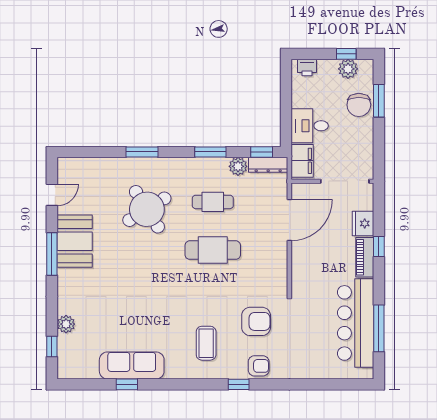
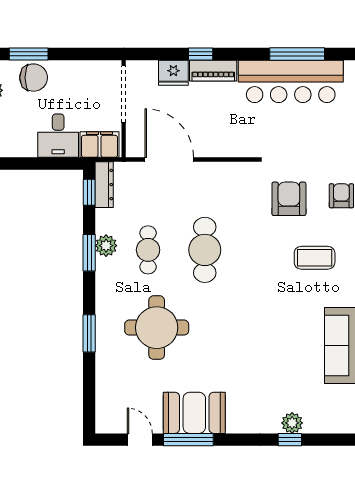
plant: (238, 166) -> (106, 246), moved
round table: (147, 209) -> (157, 328), turned 32
window: (52, 254) -> (188, 440), moved
window: (52, 347) -> (290, 440), moved

